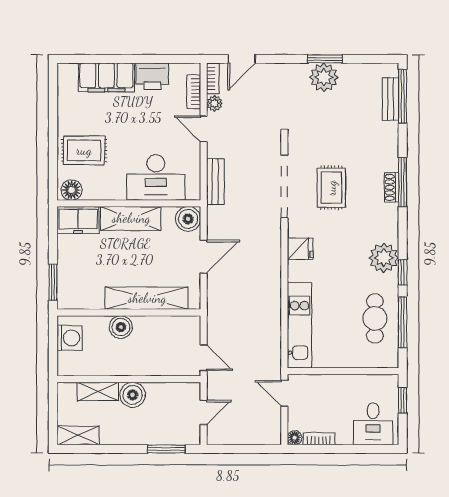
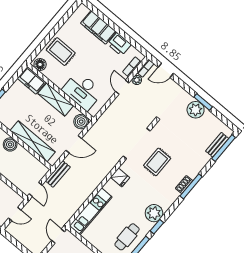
bench: (215, 182) -> (58, 174), moved

